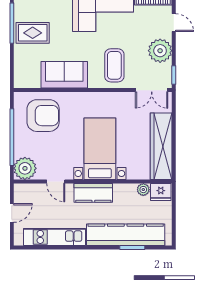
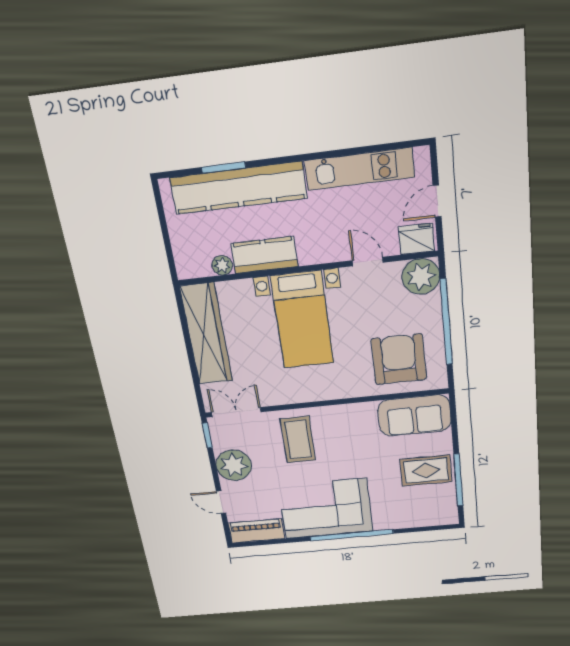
sofa: (64, 75) -> (414, 415), moved
armchair: (43, 116) -> (399, 359), turned 90
fridge: (161, 192) -> (417, 239), moved
kitchen counter: (93, 193) -> (264, 255), moved

